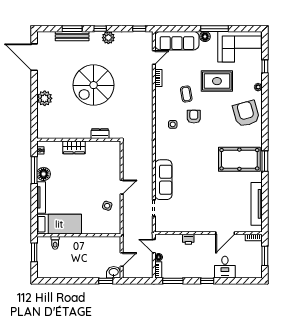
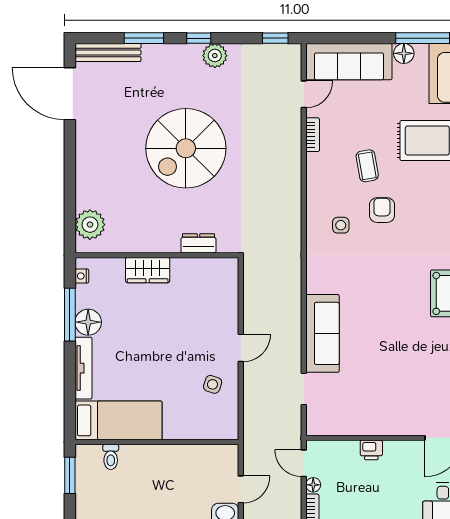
bench: (72, 36) -> (108, 52), moved
plant: (45, 98) -> (90, 225), moved

